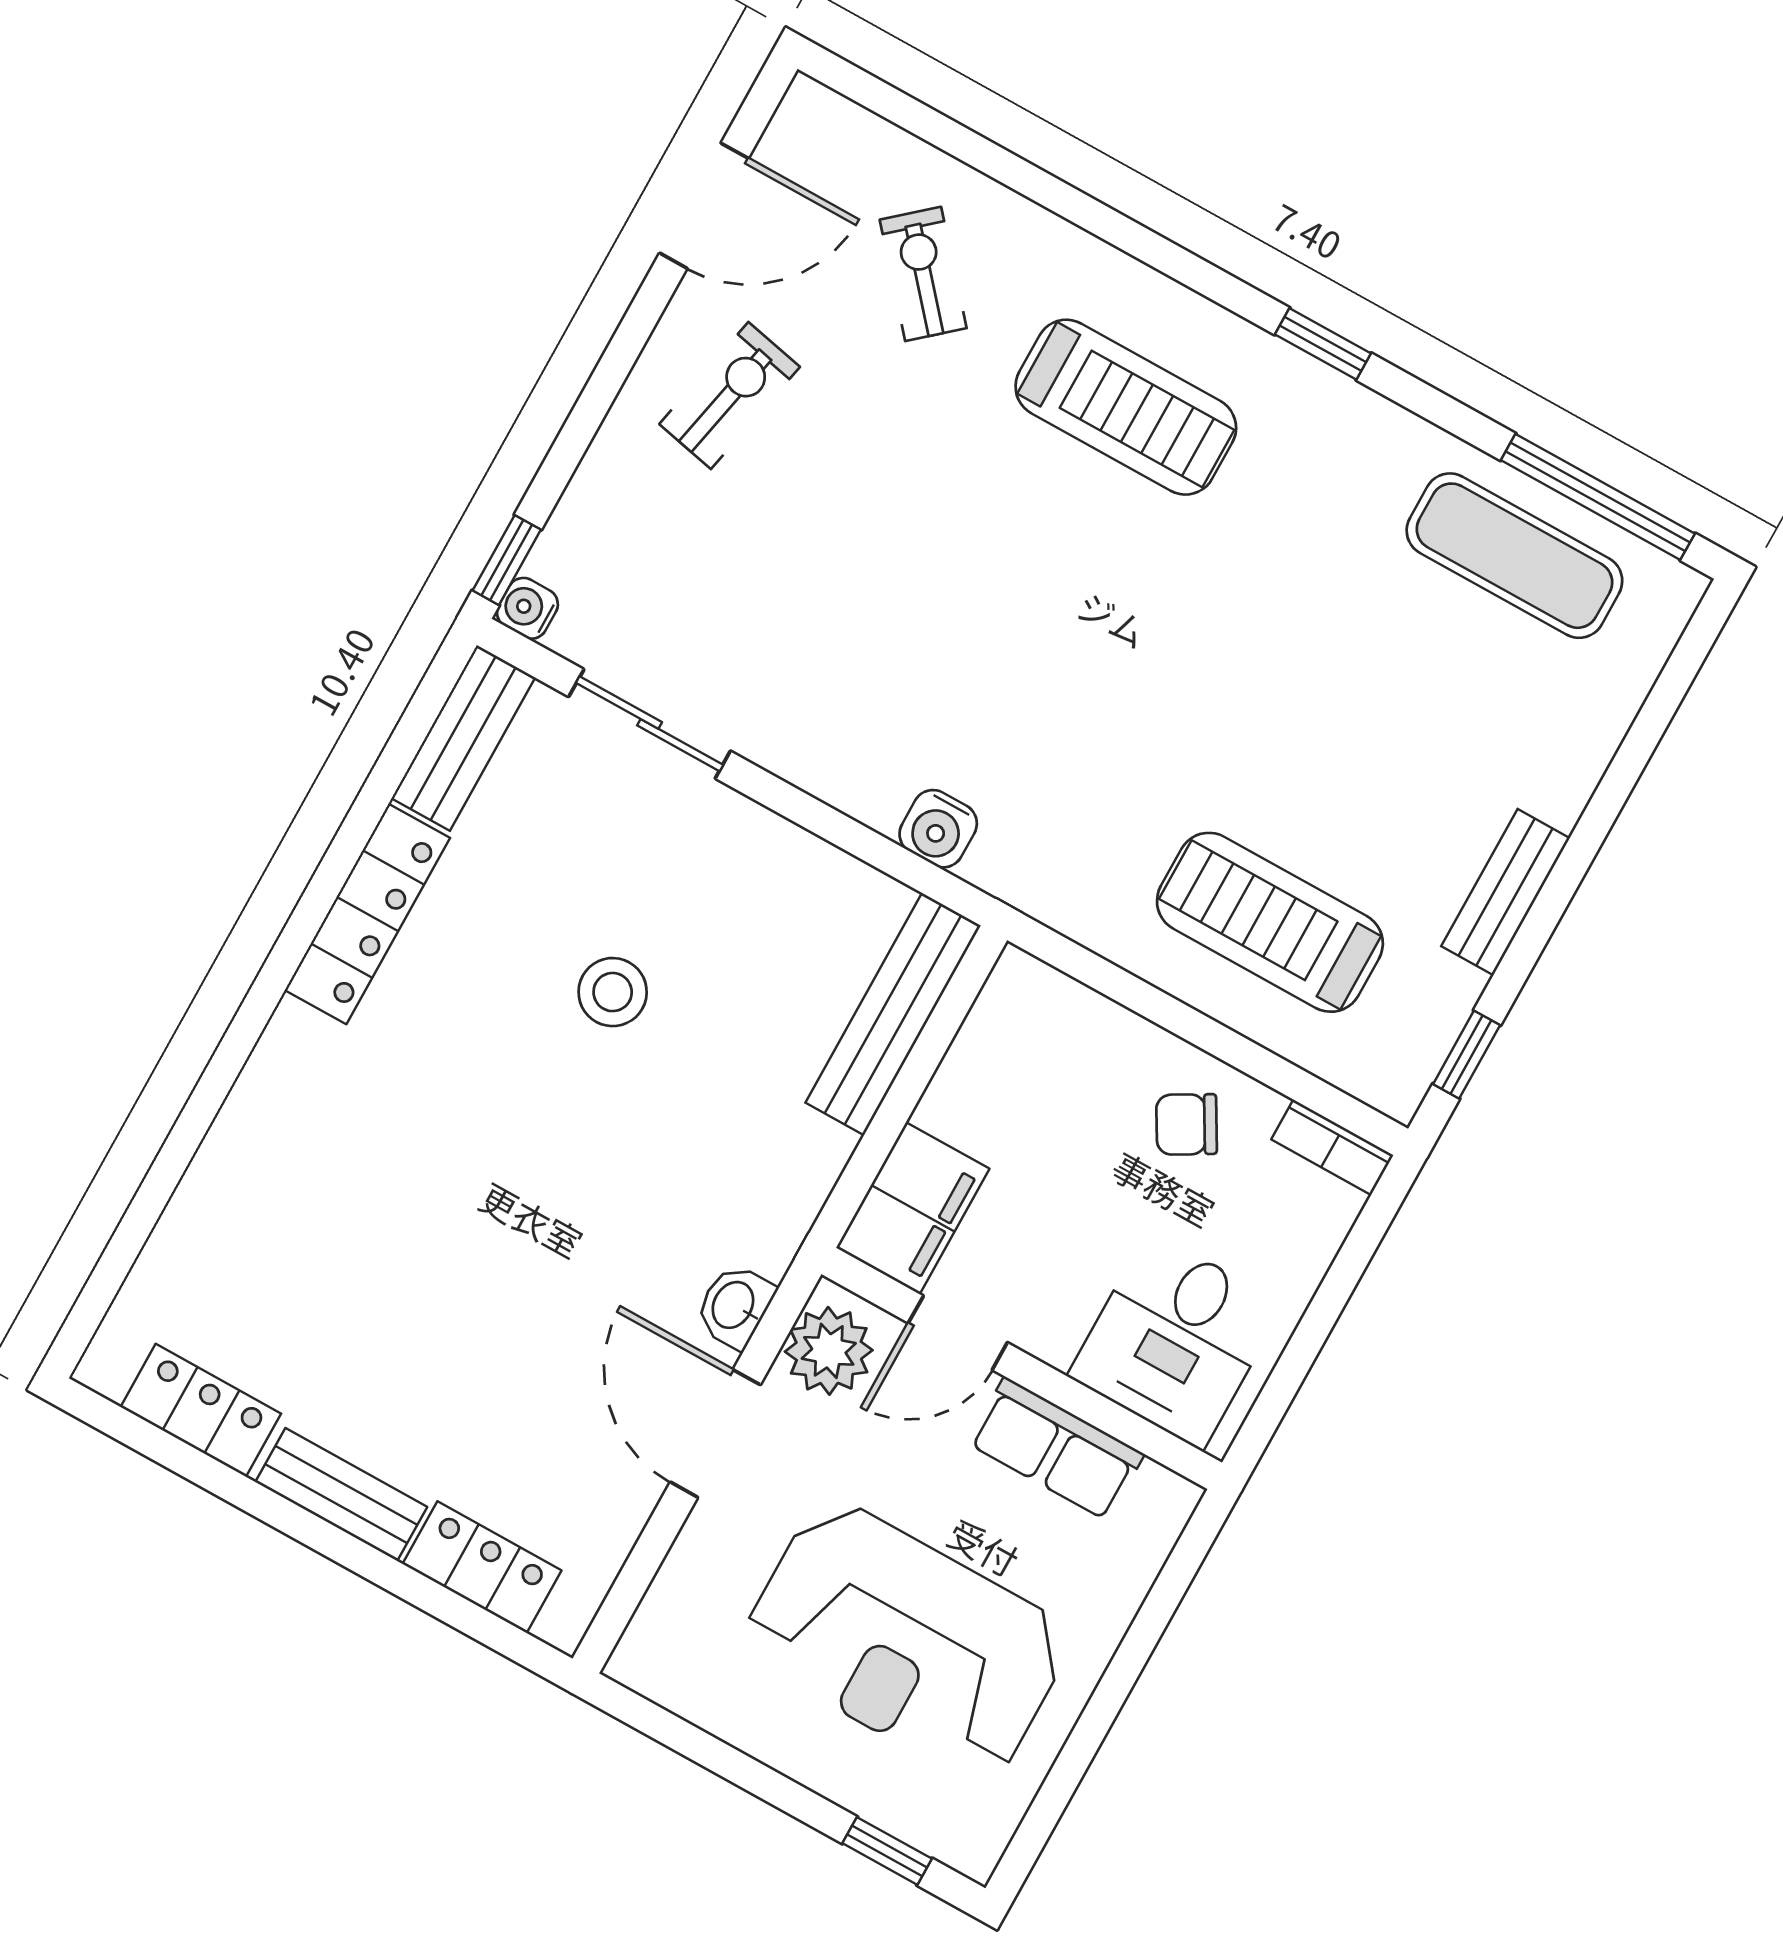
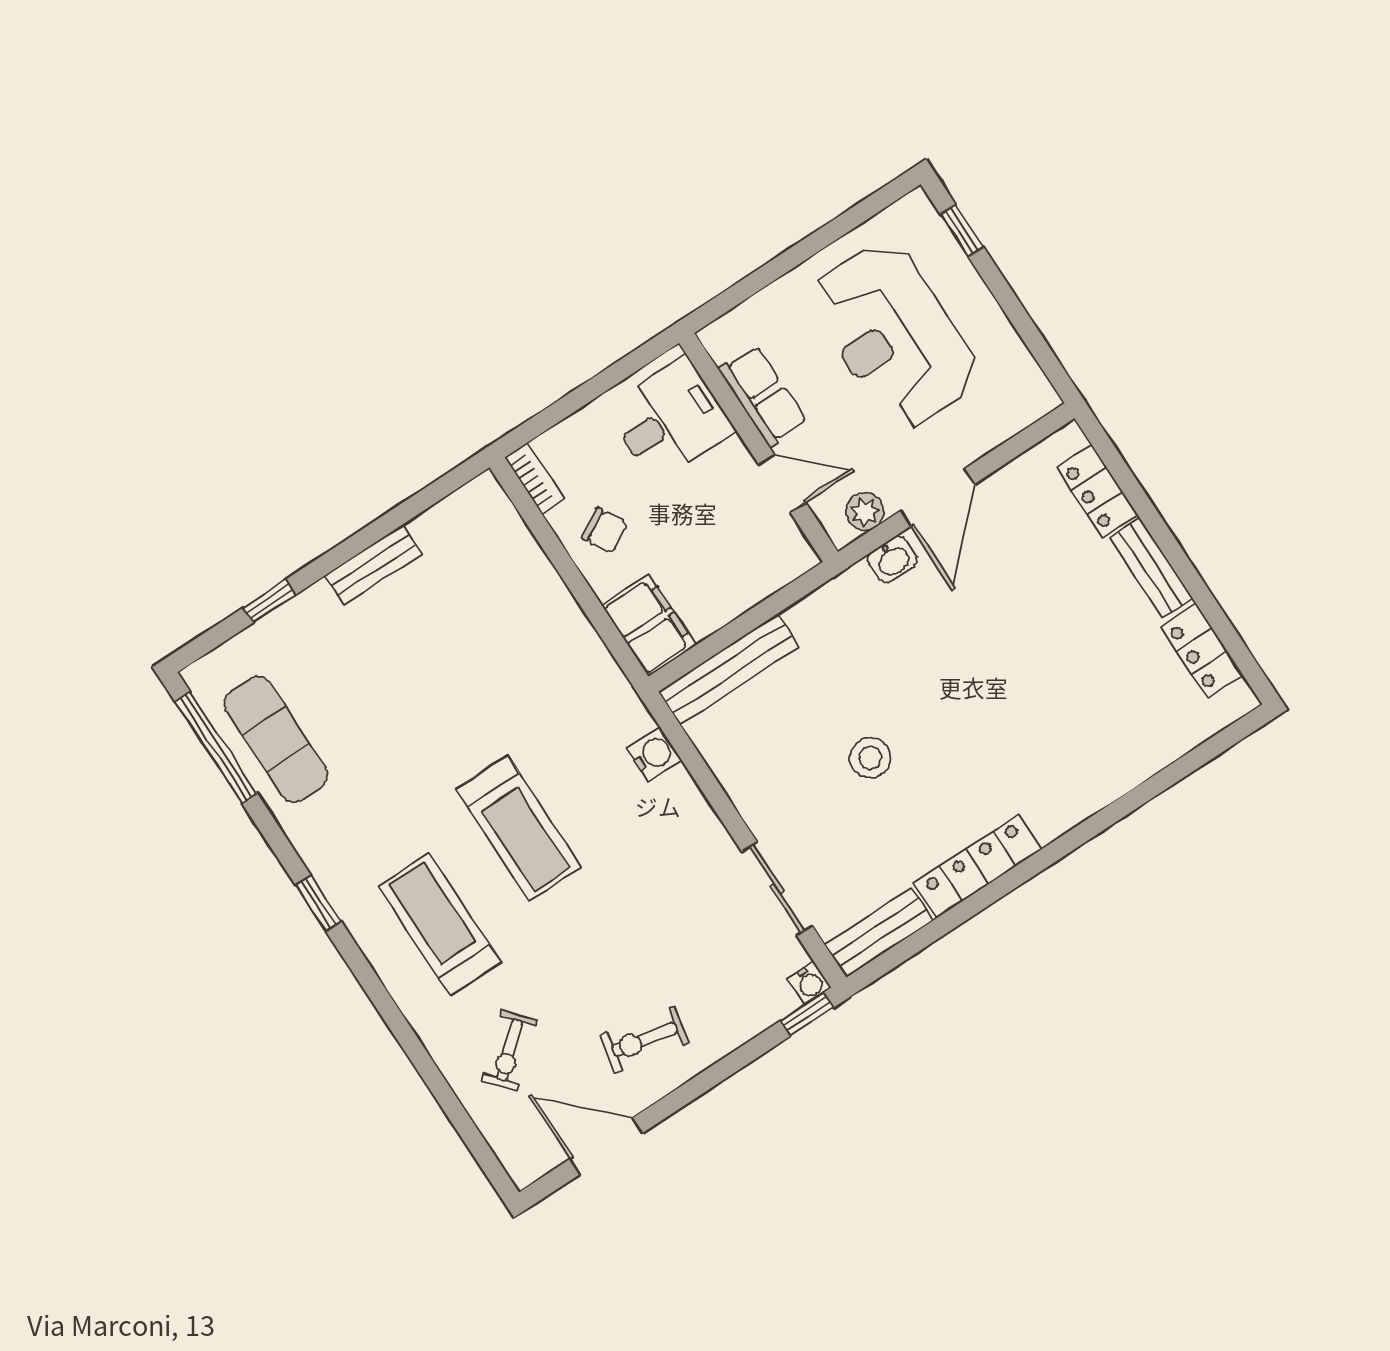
treadmill: (1270, 922) -> (518, 828), moved
window: (1467, 1055) -> (270, 601), moved
filing cabinet: (913, 1208) -> (649, 625), moved, turned 90
plant: (829, 1351) -> (865, 512), width x0.73, depth x0.73
reception desk: (906, 1641) -> (894, 336), turned 180

